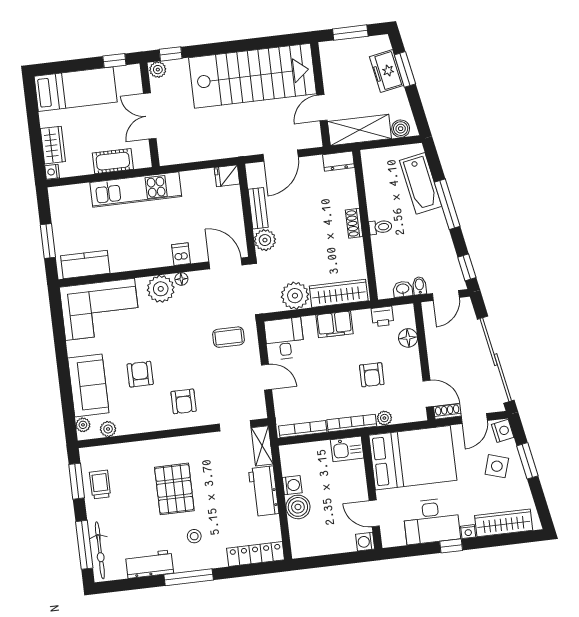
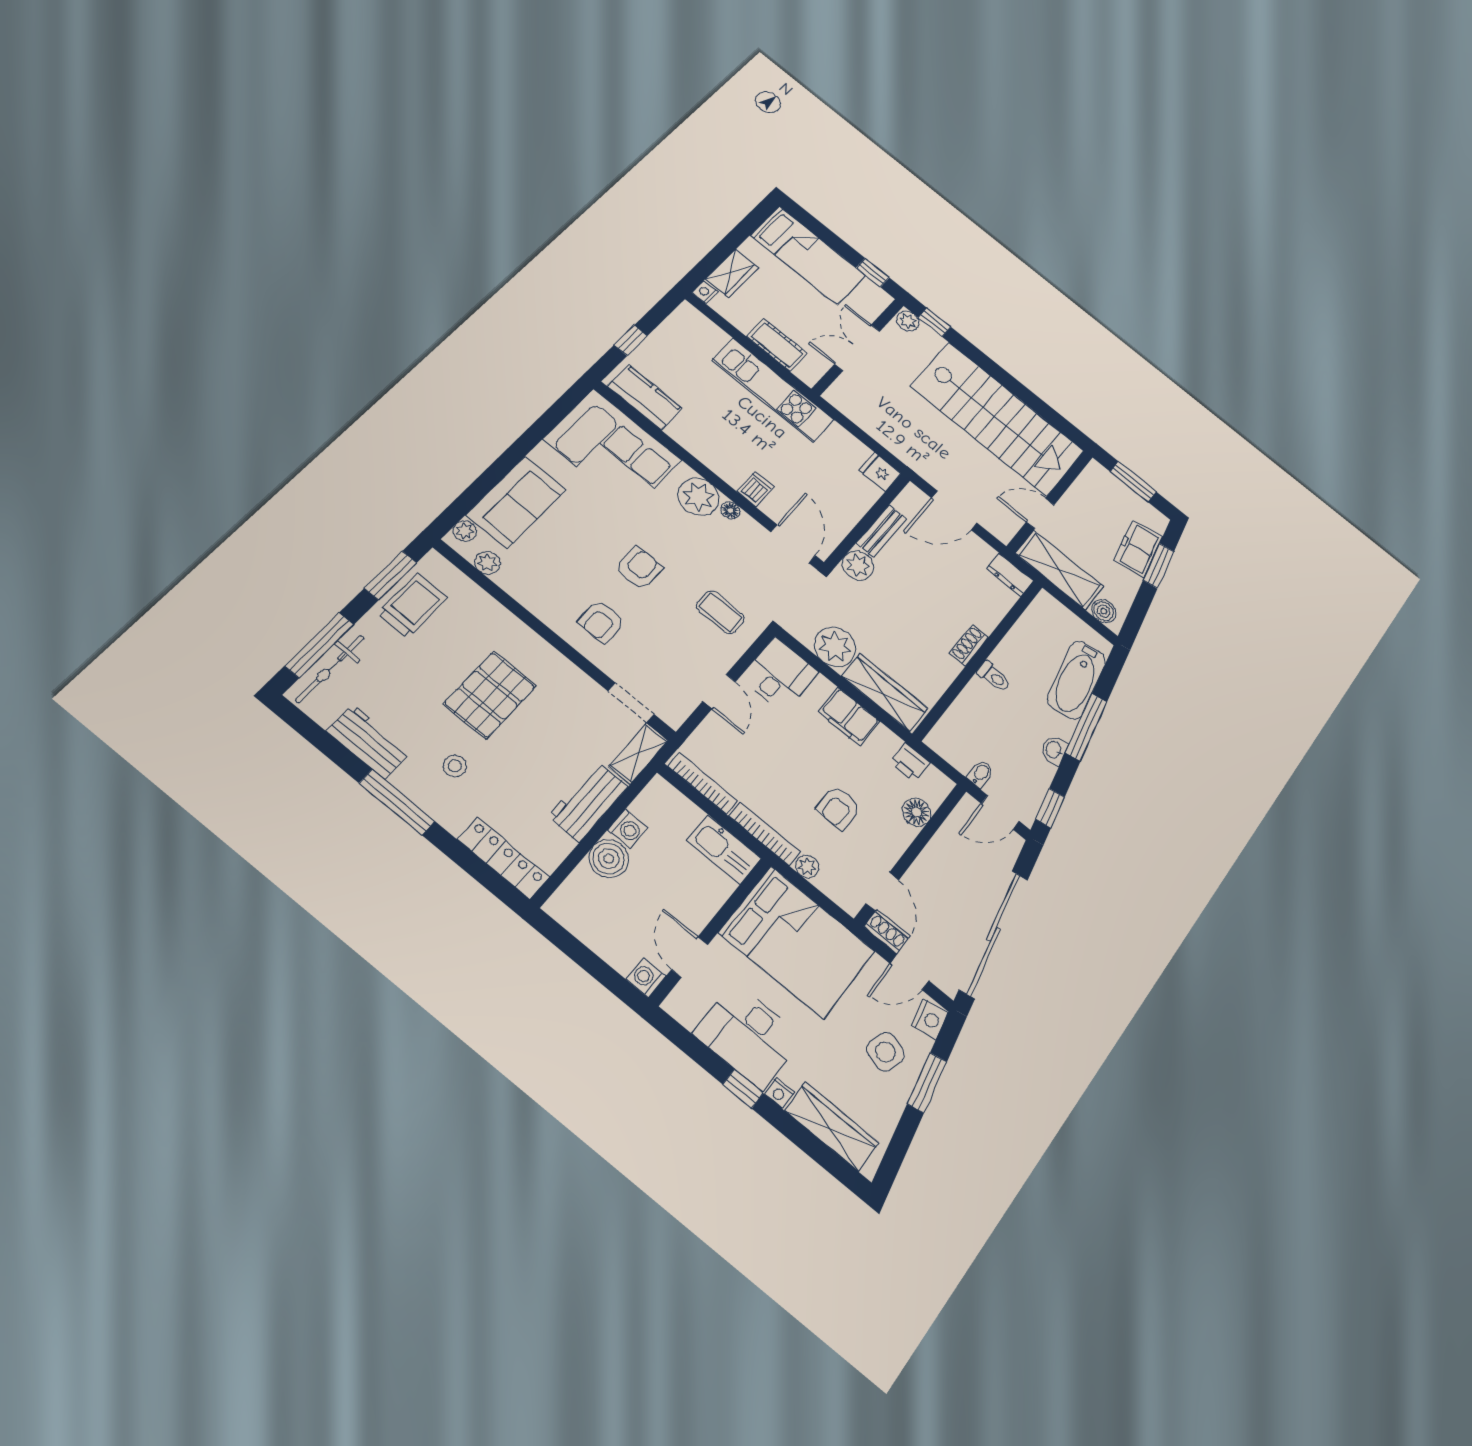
window: (48, 241) -> (631, 340), width x0.67
washbasin: (403, 289) -> (1054, 750), moved, turned -101
armchair: (140, 374) -> (639, 568), moved
kitchen sink: (347, 449) -> (724, 849), width x1.38
trolley: (100, 485) -> (412, 605), width x1.36, depth x1.39

